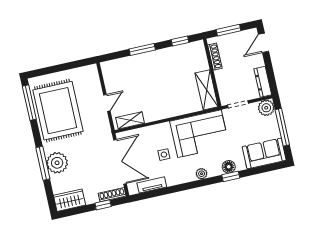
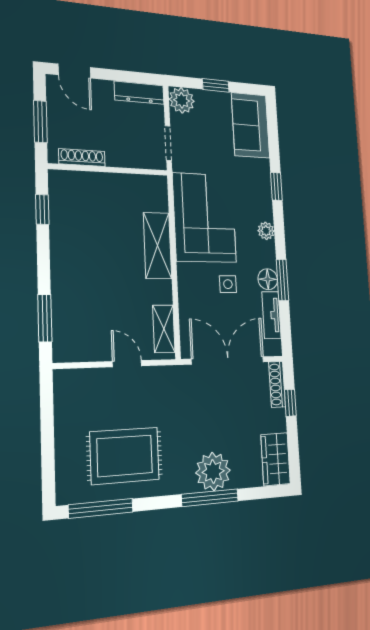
window: (142, 49) -> (45, 318), moved
shelving: (207, 90) -> (157, 246), moved, turned 90
rug: (58, 111) -> (125, 456), width x0.73, depth x0.69
window: (282, 127) -> (216, 85), width x0.46
floor lamp: (229, 167) -> (268, 279), moved
window: (174, 189) -> (282, 280), added

